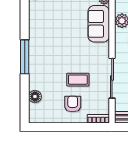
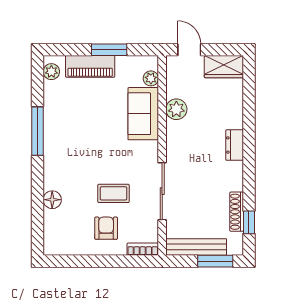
window: (25, 57) -> (38, 131), moved
floor lamp: (35, 96) -> (52, 200), moved

